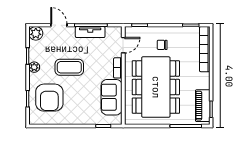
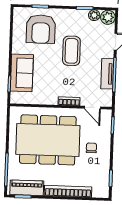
bookcase: (205, 49) -> (68, 191), moved
plant: (34, 67) -> (94, 15), moved
sofa: (112, 97) -> (22, 73), moved, turned 90
armchair: (49, 98) -> (41, 29), turned -90

